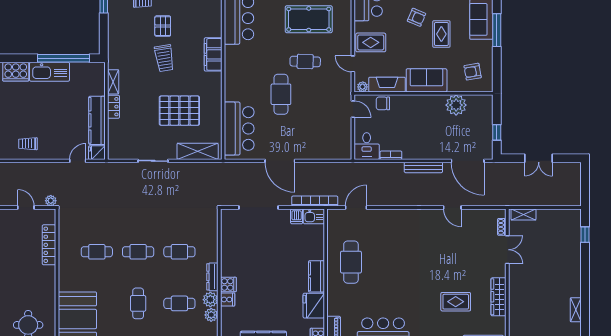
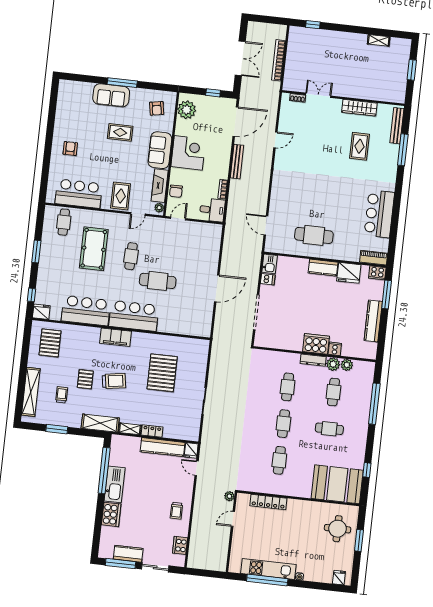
armchair: (417, 17) -> (103, 153), removed
pallet: (163, 26) -> (85, 379), turned 90
plant: (456, 105) -> (187, 110), moved
corner desk: (427, 112) -> (188, 153), added
bar counter: (239, 128) -> (134, 316), moved
shelving: (198, 151) -> (100, 423), moved, turned 90
double door: (539, 158) -> (240, 58), width x1.37
bookcase: (315, 201) -> (279, 60), moved
shelving: (524, 214) -> (289, 77), removed
cooker: (228, 284) -> (316, 344), width x1.87, depth x1.31

